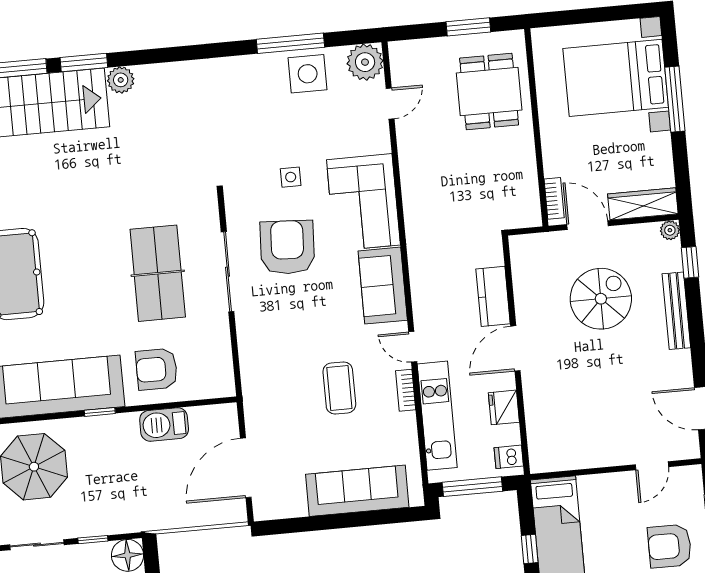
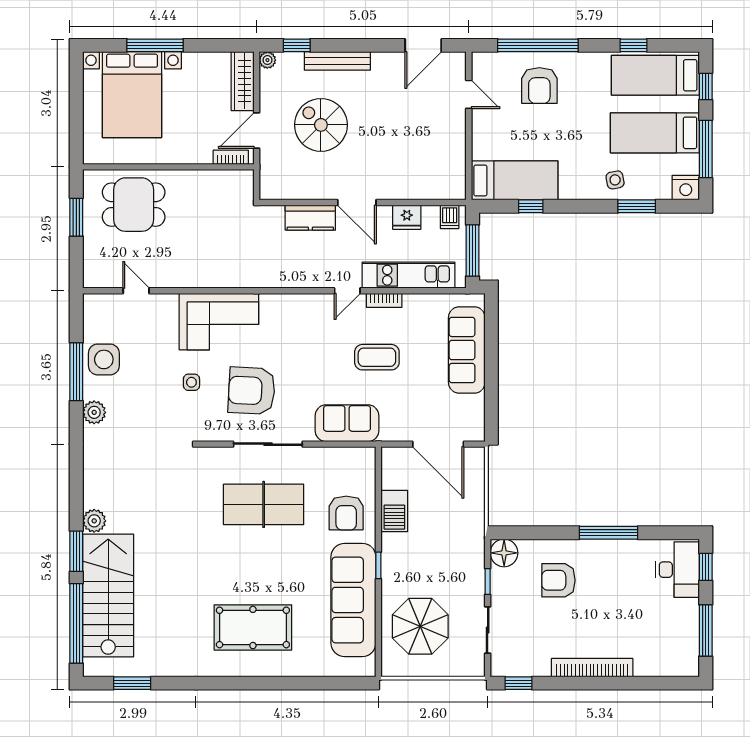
plant: (365, 62) -> (94, 412), moved, width x0.73, depth x0.73
sofa: (383, 286) -> (347, 423), moved, turned 180

